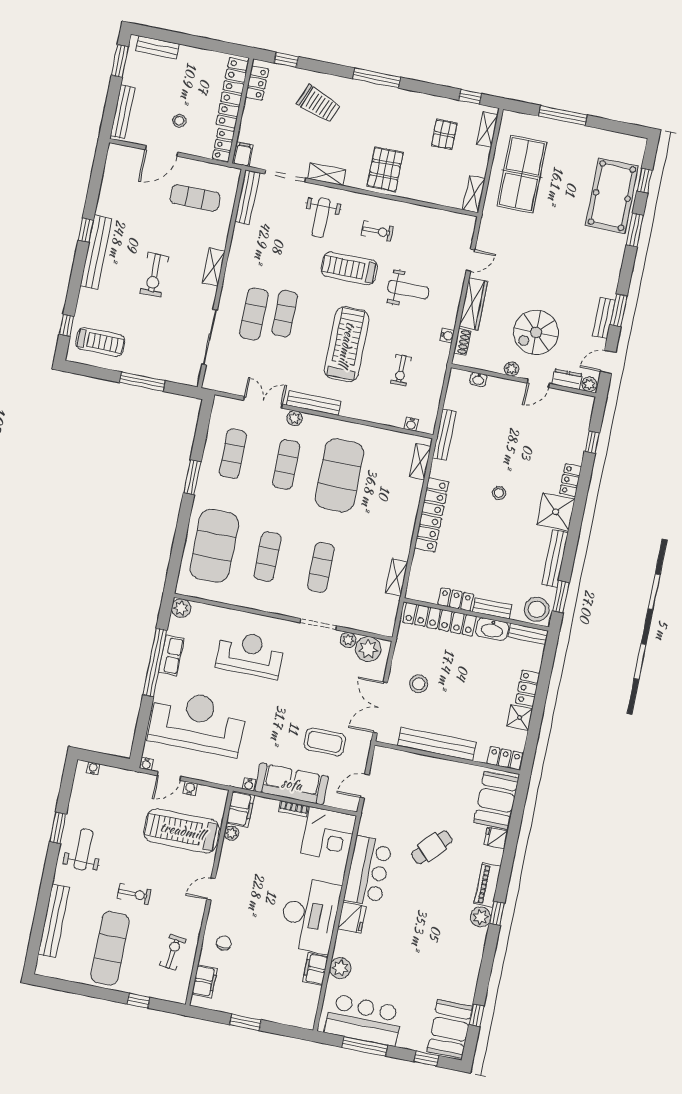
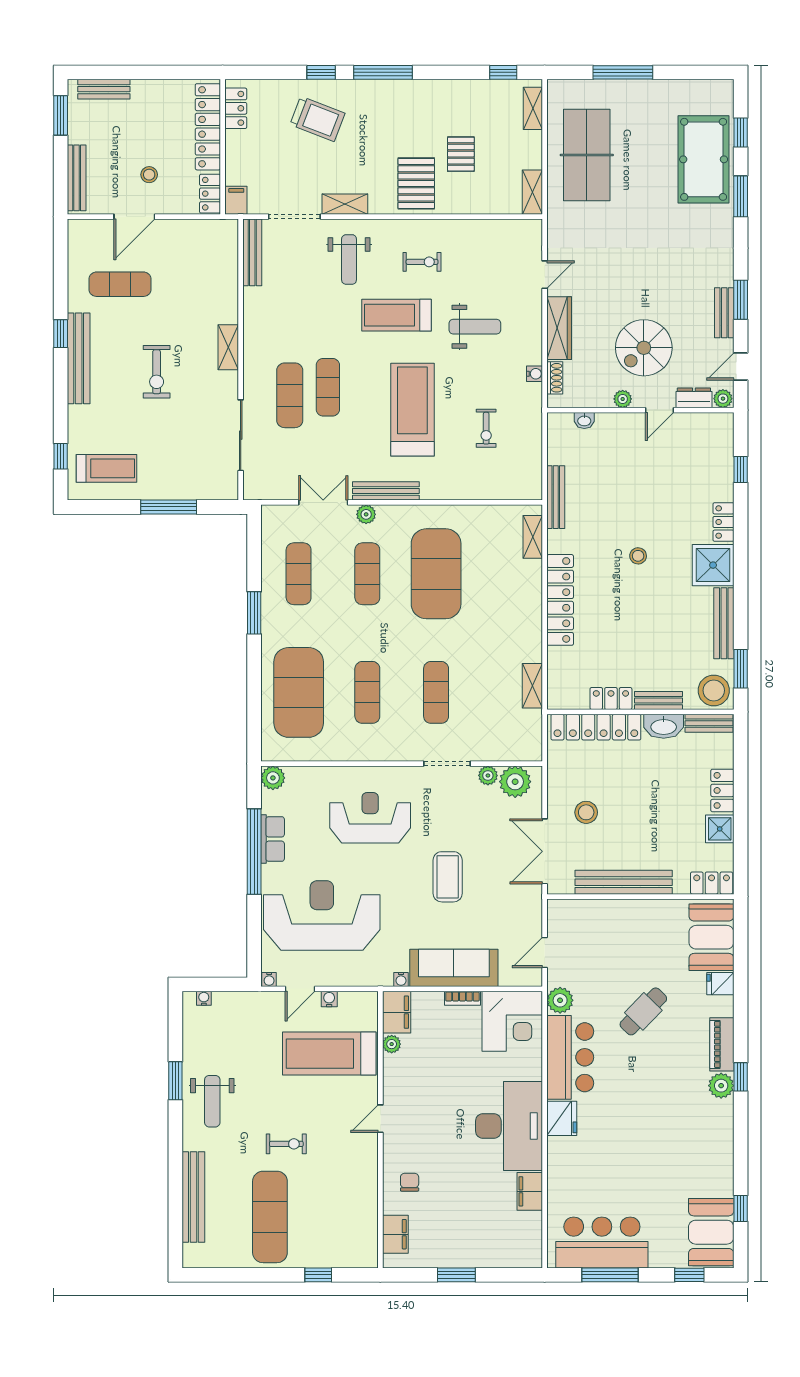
window: (286, 60) -> (321, 72), moved
pallet: (444, 134) -> (461, 154), moved
exercise mat: (195, 198) -> (120, 284), moved
water cooler: (411, 424) -> (512, 493), removed
coffee table: (325, 742) -> (448, 877), moved, turned 90
weight bench: (83, 849) -> (212, 1101), turned 180
exercise bike: (173, 952) -> (349, 1206), removed
plant: (340, 968) -> (560, 1000), moved

